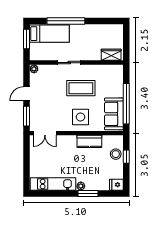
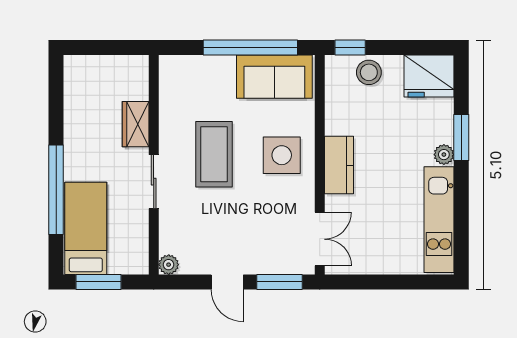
wardrobe: (111, 55) -> (136, 124), moved
kitchen counter: (89, 141) -> (339, 165), moved
window: (126, 157) -> (350, 48), moved
fridge: (116, 185) -> (429, 76), width x1.88, depth x1.34

